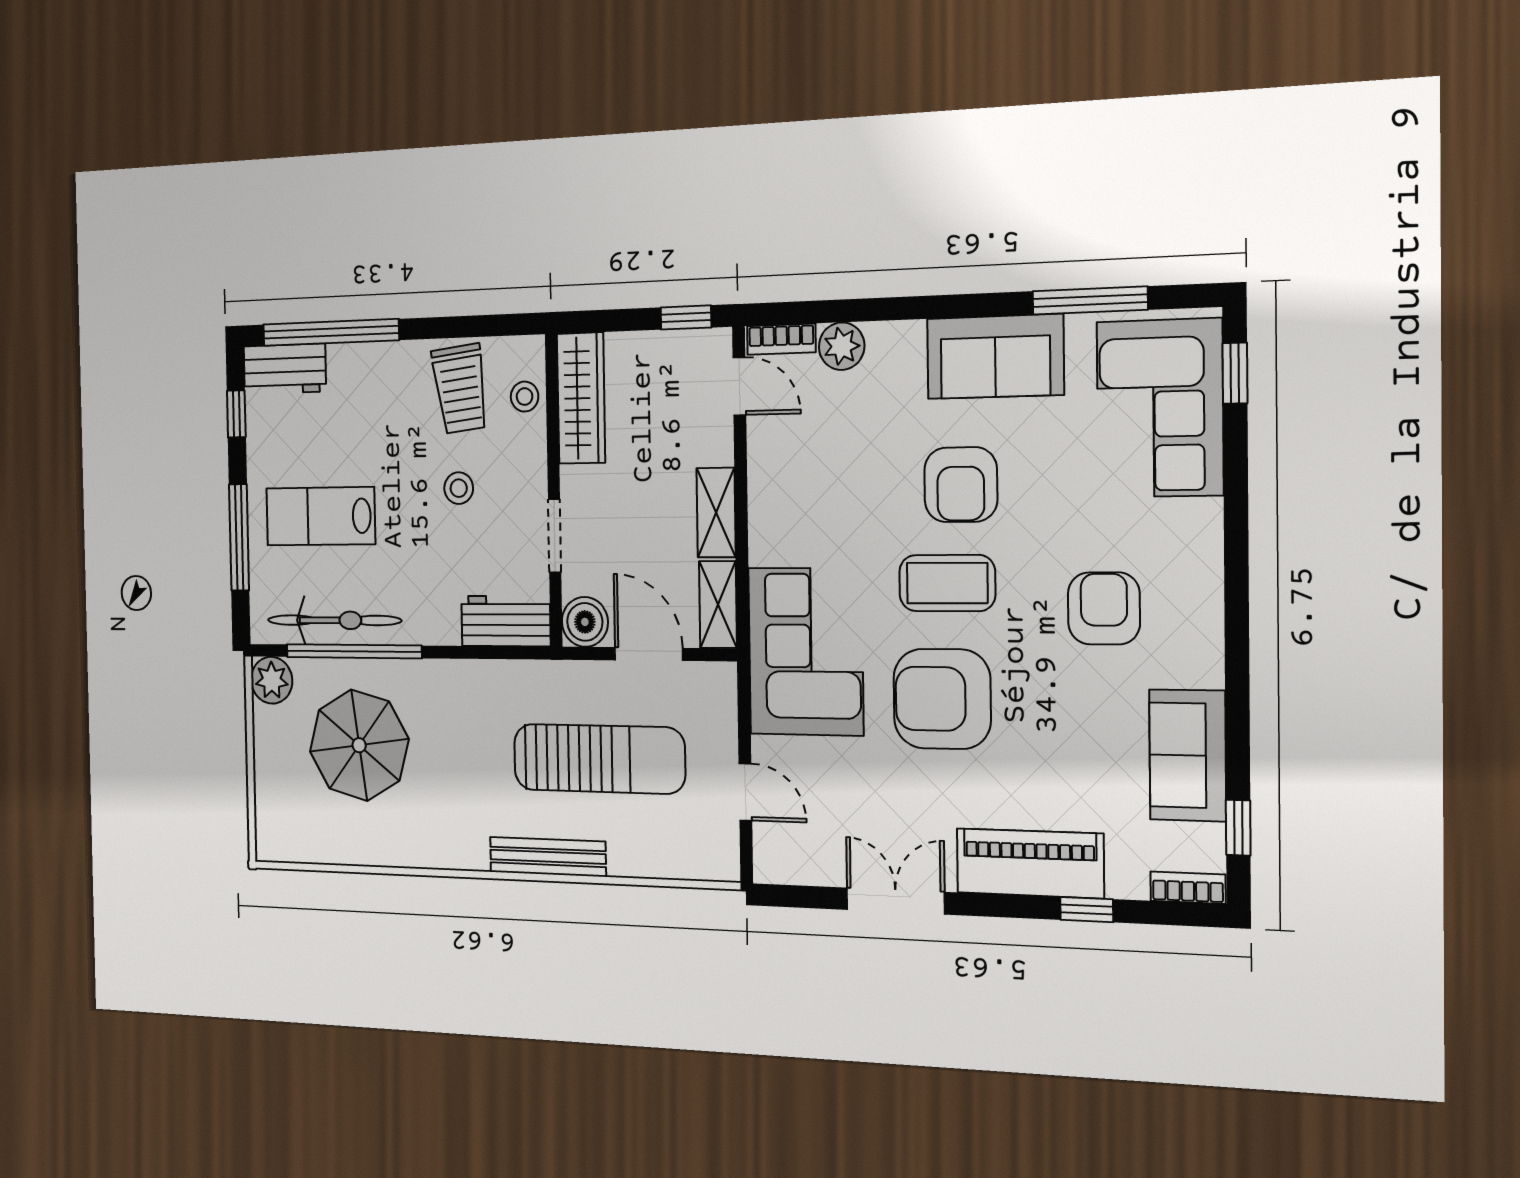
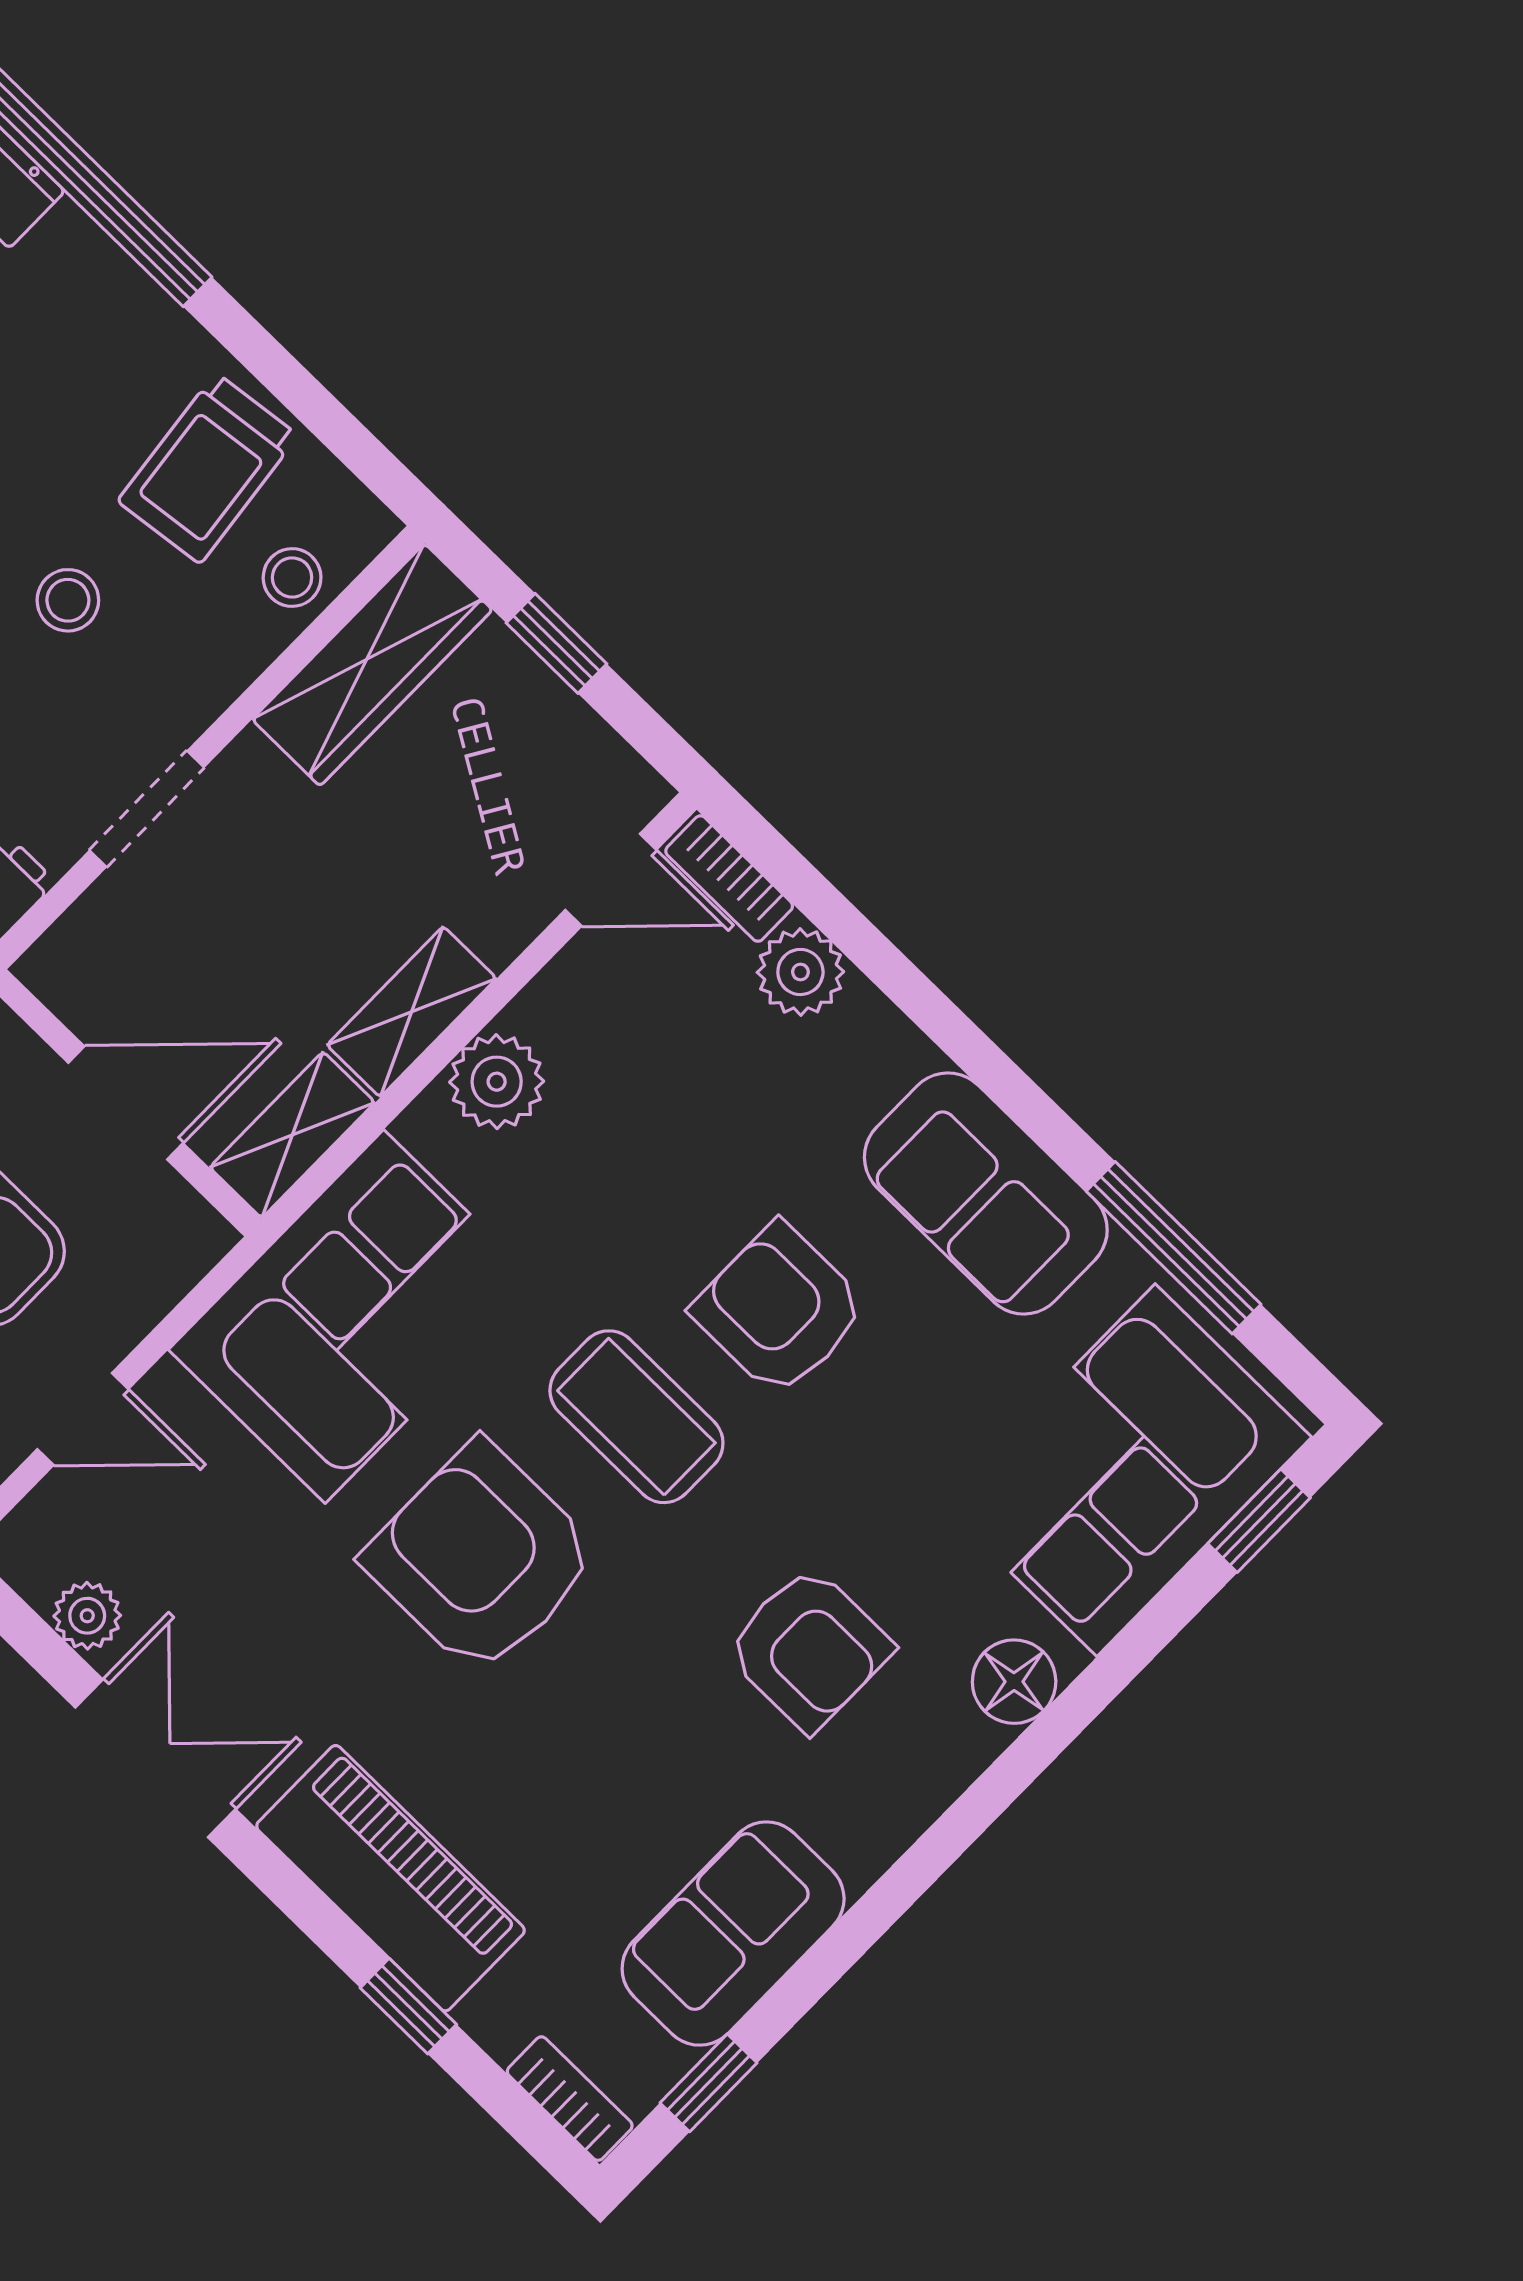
window: (686, 317) -> (557, 643), moved
door: (739, 386) -> (611, 880), hinge flipped
armchair: (961, 485) -> (780, 1310), turned 90
plant: (771, 507) -> (497, 1082), added
floor lamp: (1200, 540) -> (1014, 1682), added
armchair: (1104, 608) -> (809, 1649), turned 90
boiler: (585, 622) -> (74, 969), removed
door: (649, 654) -> (126, 1103), hinge flipped
door: (745, 792) -> (83, 1419), hinge flipped
plant: (818, 868) -> (87, 1616), added

